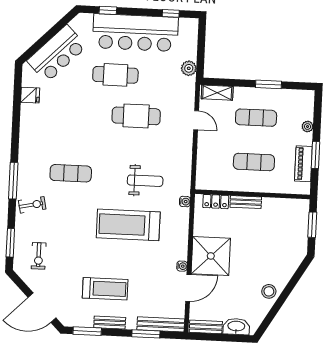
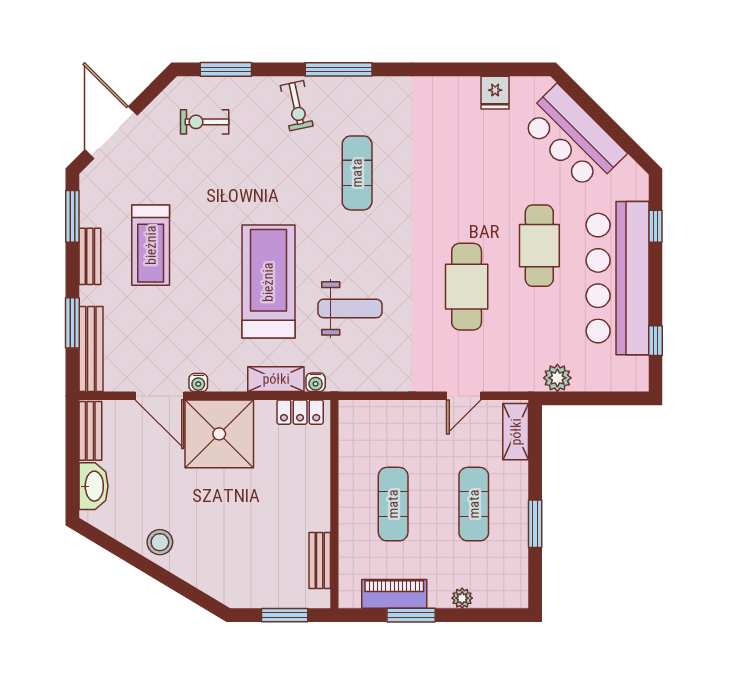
weight bench: (145, 181) -> (350, 308), turned -90
locker: (216, 202) -> (300, 412), moved, turned -90
bench: (246, 202) -> (320, 560), moved
shelving: (182, 223) -> (276, 379), added

